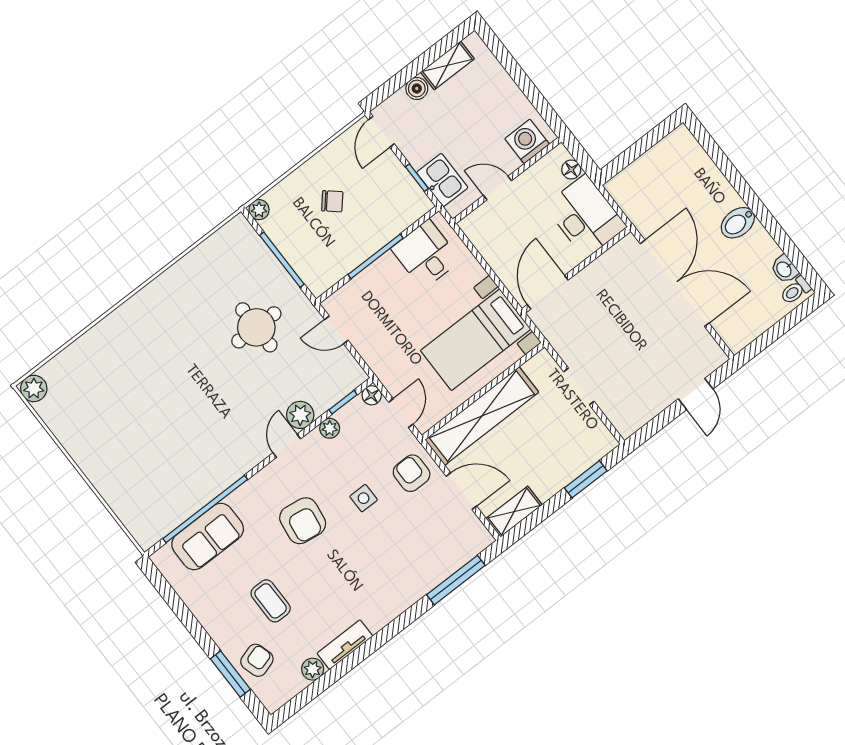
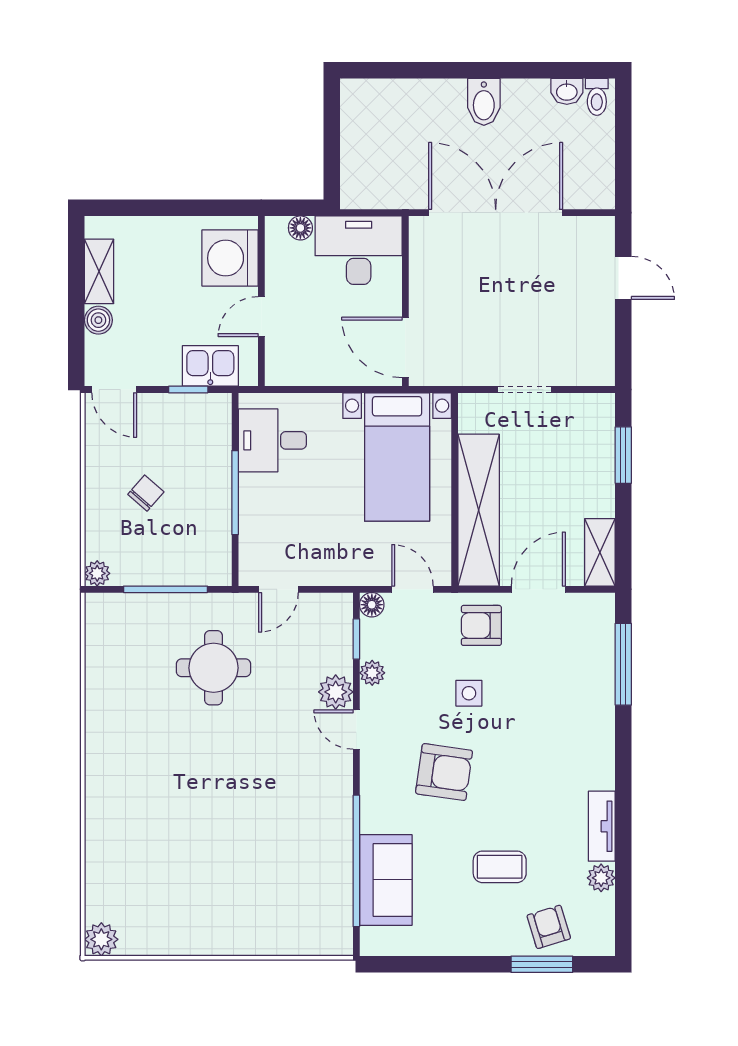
washing machine: (527, 141) -> (230, 258), width x1.37, depth x1.37

